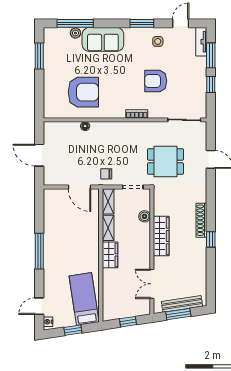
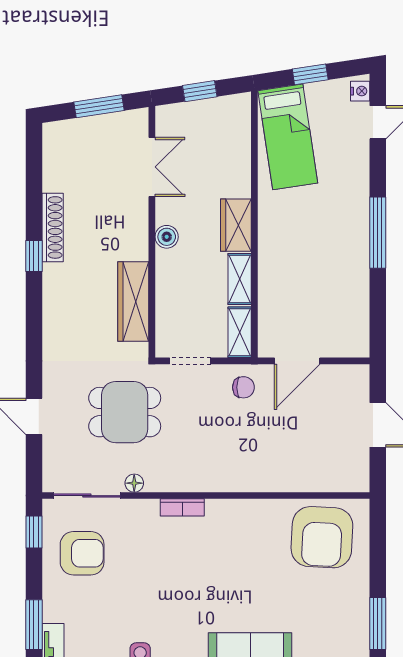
armchair: (156, 81) -> (82, 553), moved
window: (211, 85) -> (34, 532), moved
armchair: (83, 92) -> (322, 537), moved, turned -87
floor lamp: (85, 126) -> (134, 483), moved
door: (79, 187) -> (297, 361), swing flipped
boiler: (145, 216) -> (167, 237), moved
shoe rack: (201, 220) -> (53, 227), moved
wardrobe: (161, 236) -> (133, 302), moved
bench: (182, 304) -> (92, 127), removed

